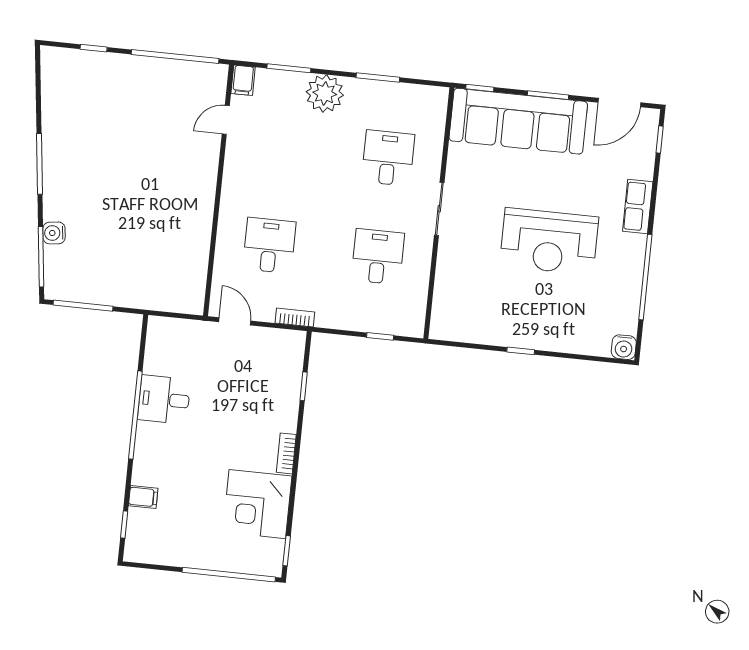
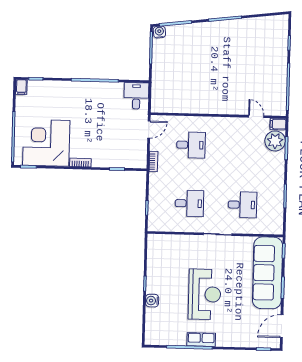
plant: (325, 93) -> (275, 141), moved
door: (619, 102) -> (282, 326), hinge flipped
row of seats: (638, 207) -> (201, 340), moved
water cooler: (54, 233) -> (159, 32), moved
reception desk: (549, 241) -> (205, 294), turned 180
water cooler: (624, 347) -> (152, 301), moved
desk: (164, 400) -> (136, 96), moved
filing cabinet: (143, 497) -> (21, 87), moved
corner desk: (257, 504) -> (46, 143), width x1.36, depth x1.36

